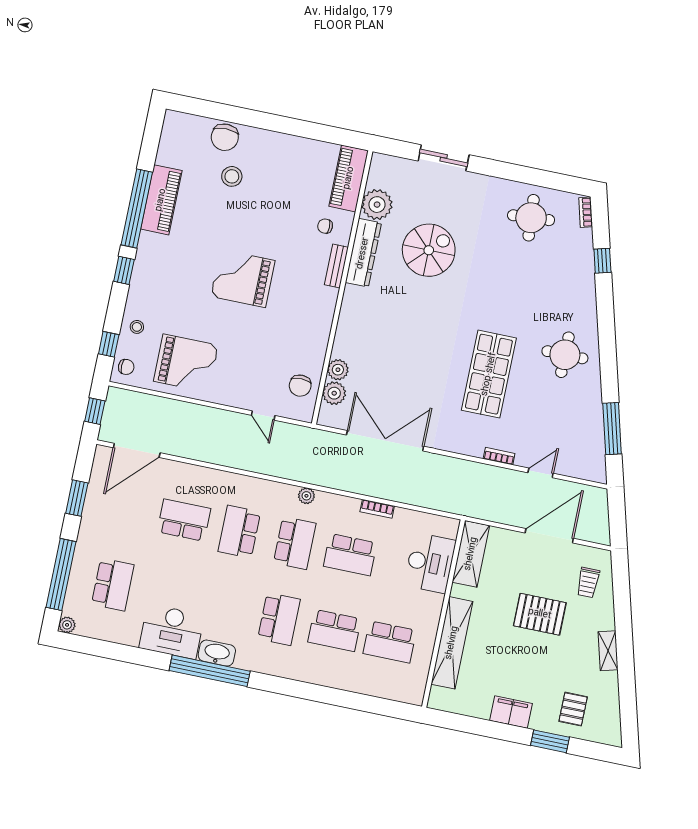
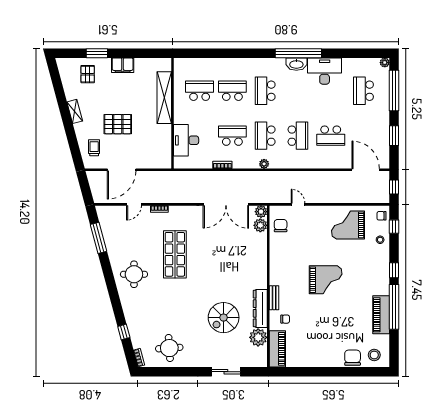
stool: (232, 176) -> (374, 355), moved
plant: (338, 370) -> (261, 212), moved
door: (137, 450) -> (366, 170), hinge flipped
shelving: (471, 554) -> (164, 150), removed

